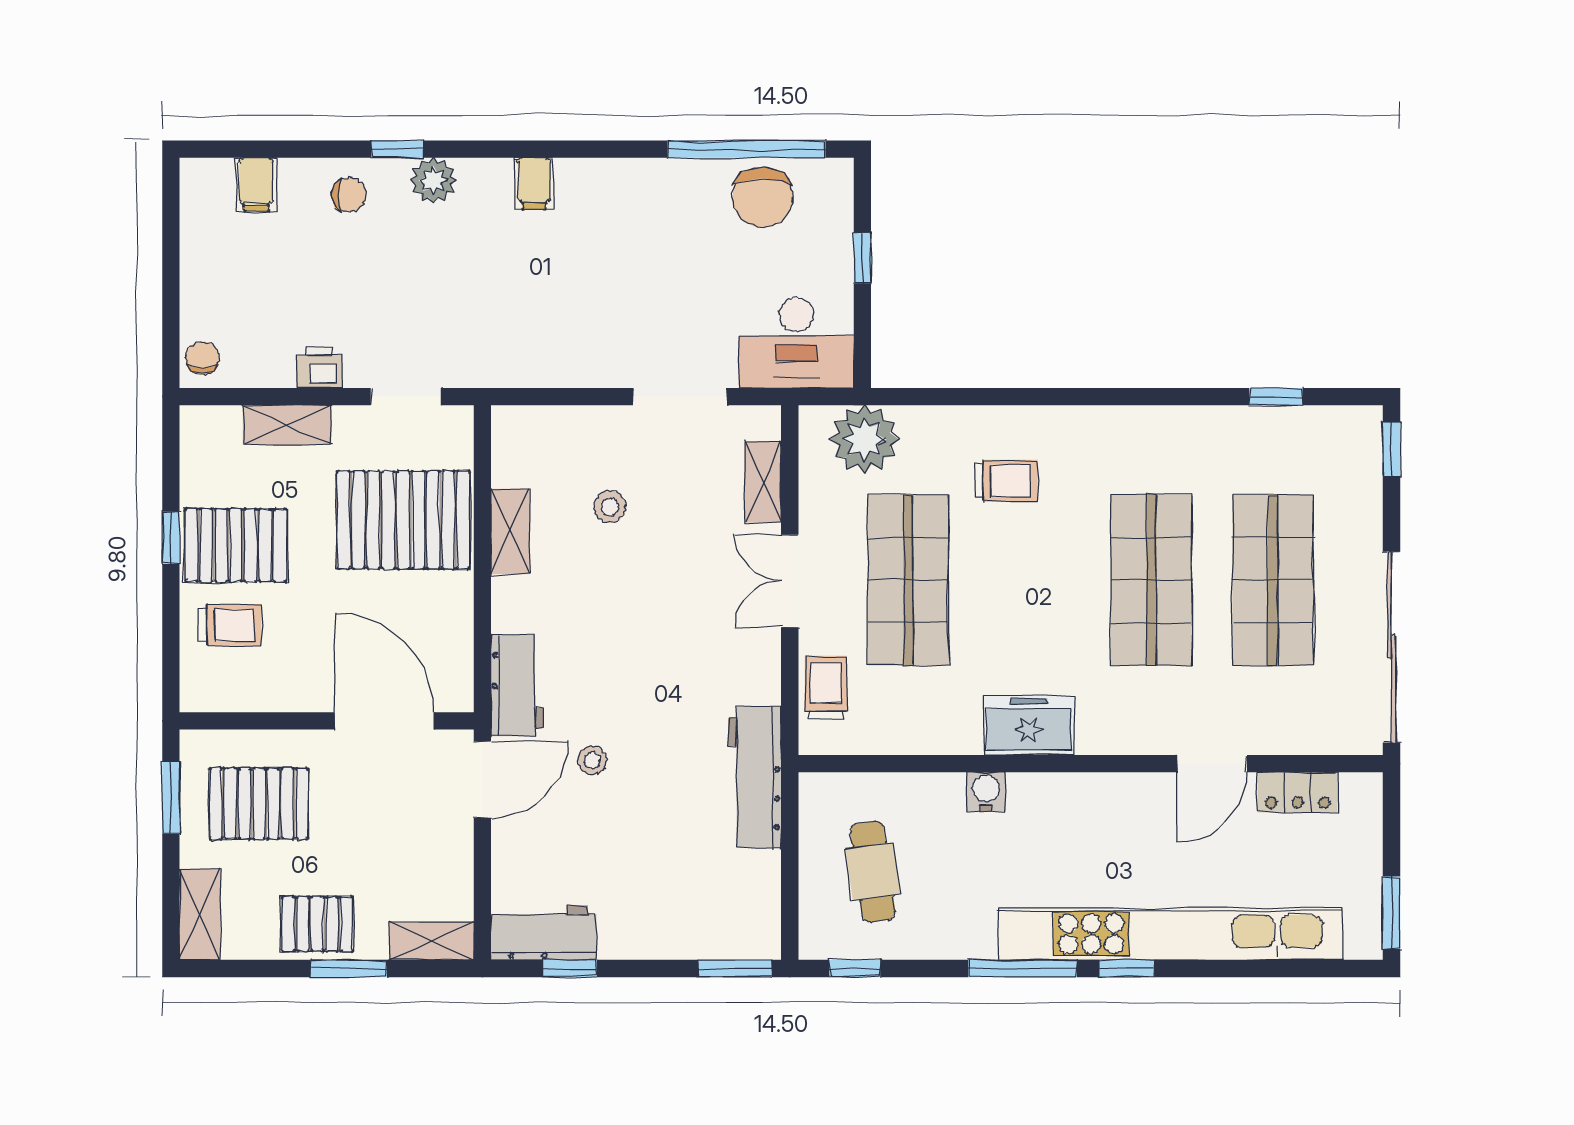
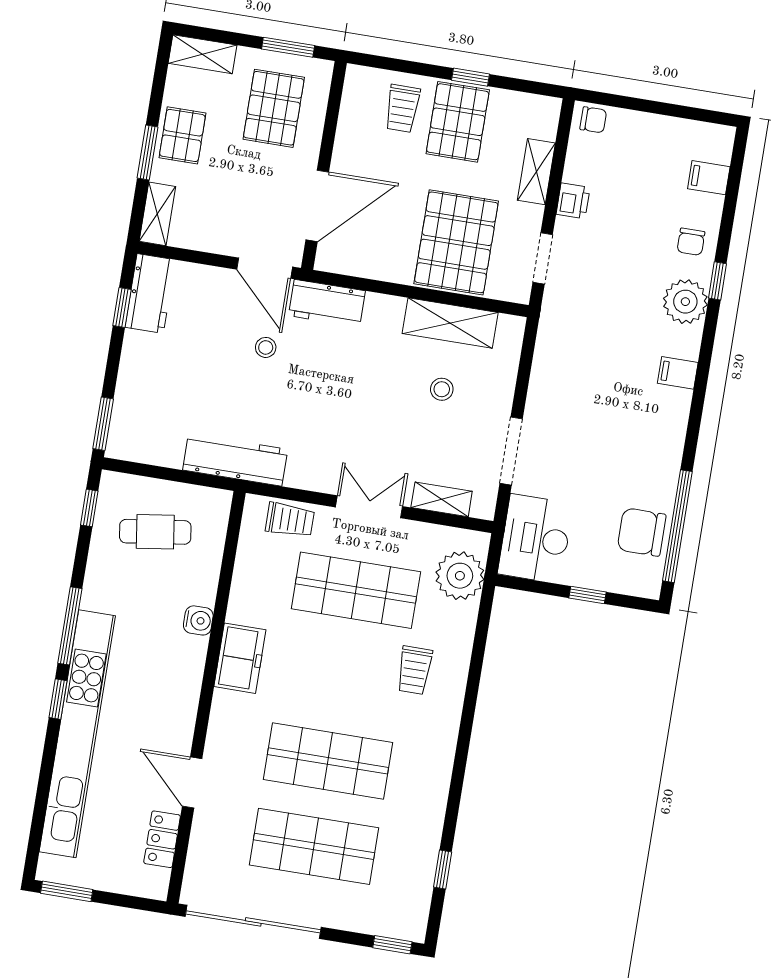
plant: (433, 181) -> (685, 302), width x1.36, depth x1.36
shelving: (510, 532) -> (450, 323), width x1.50, depth x1.33

